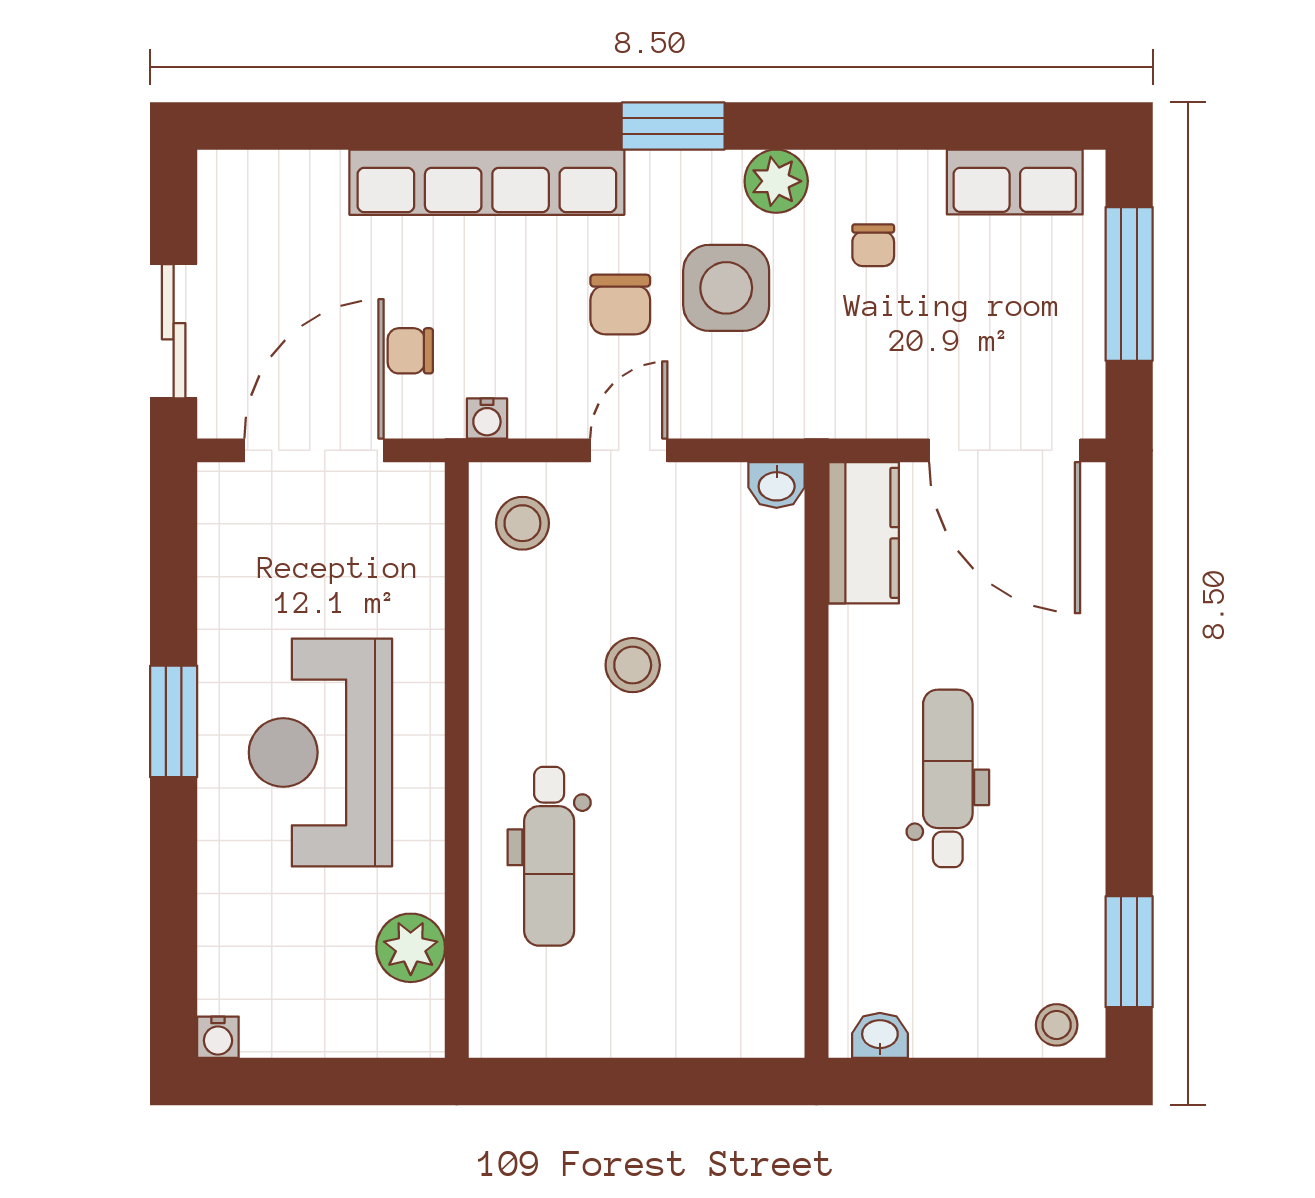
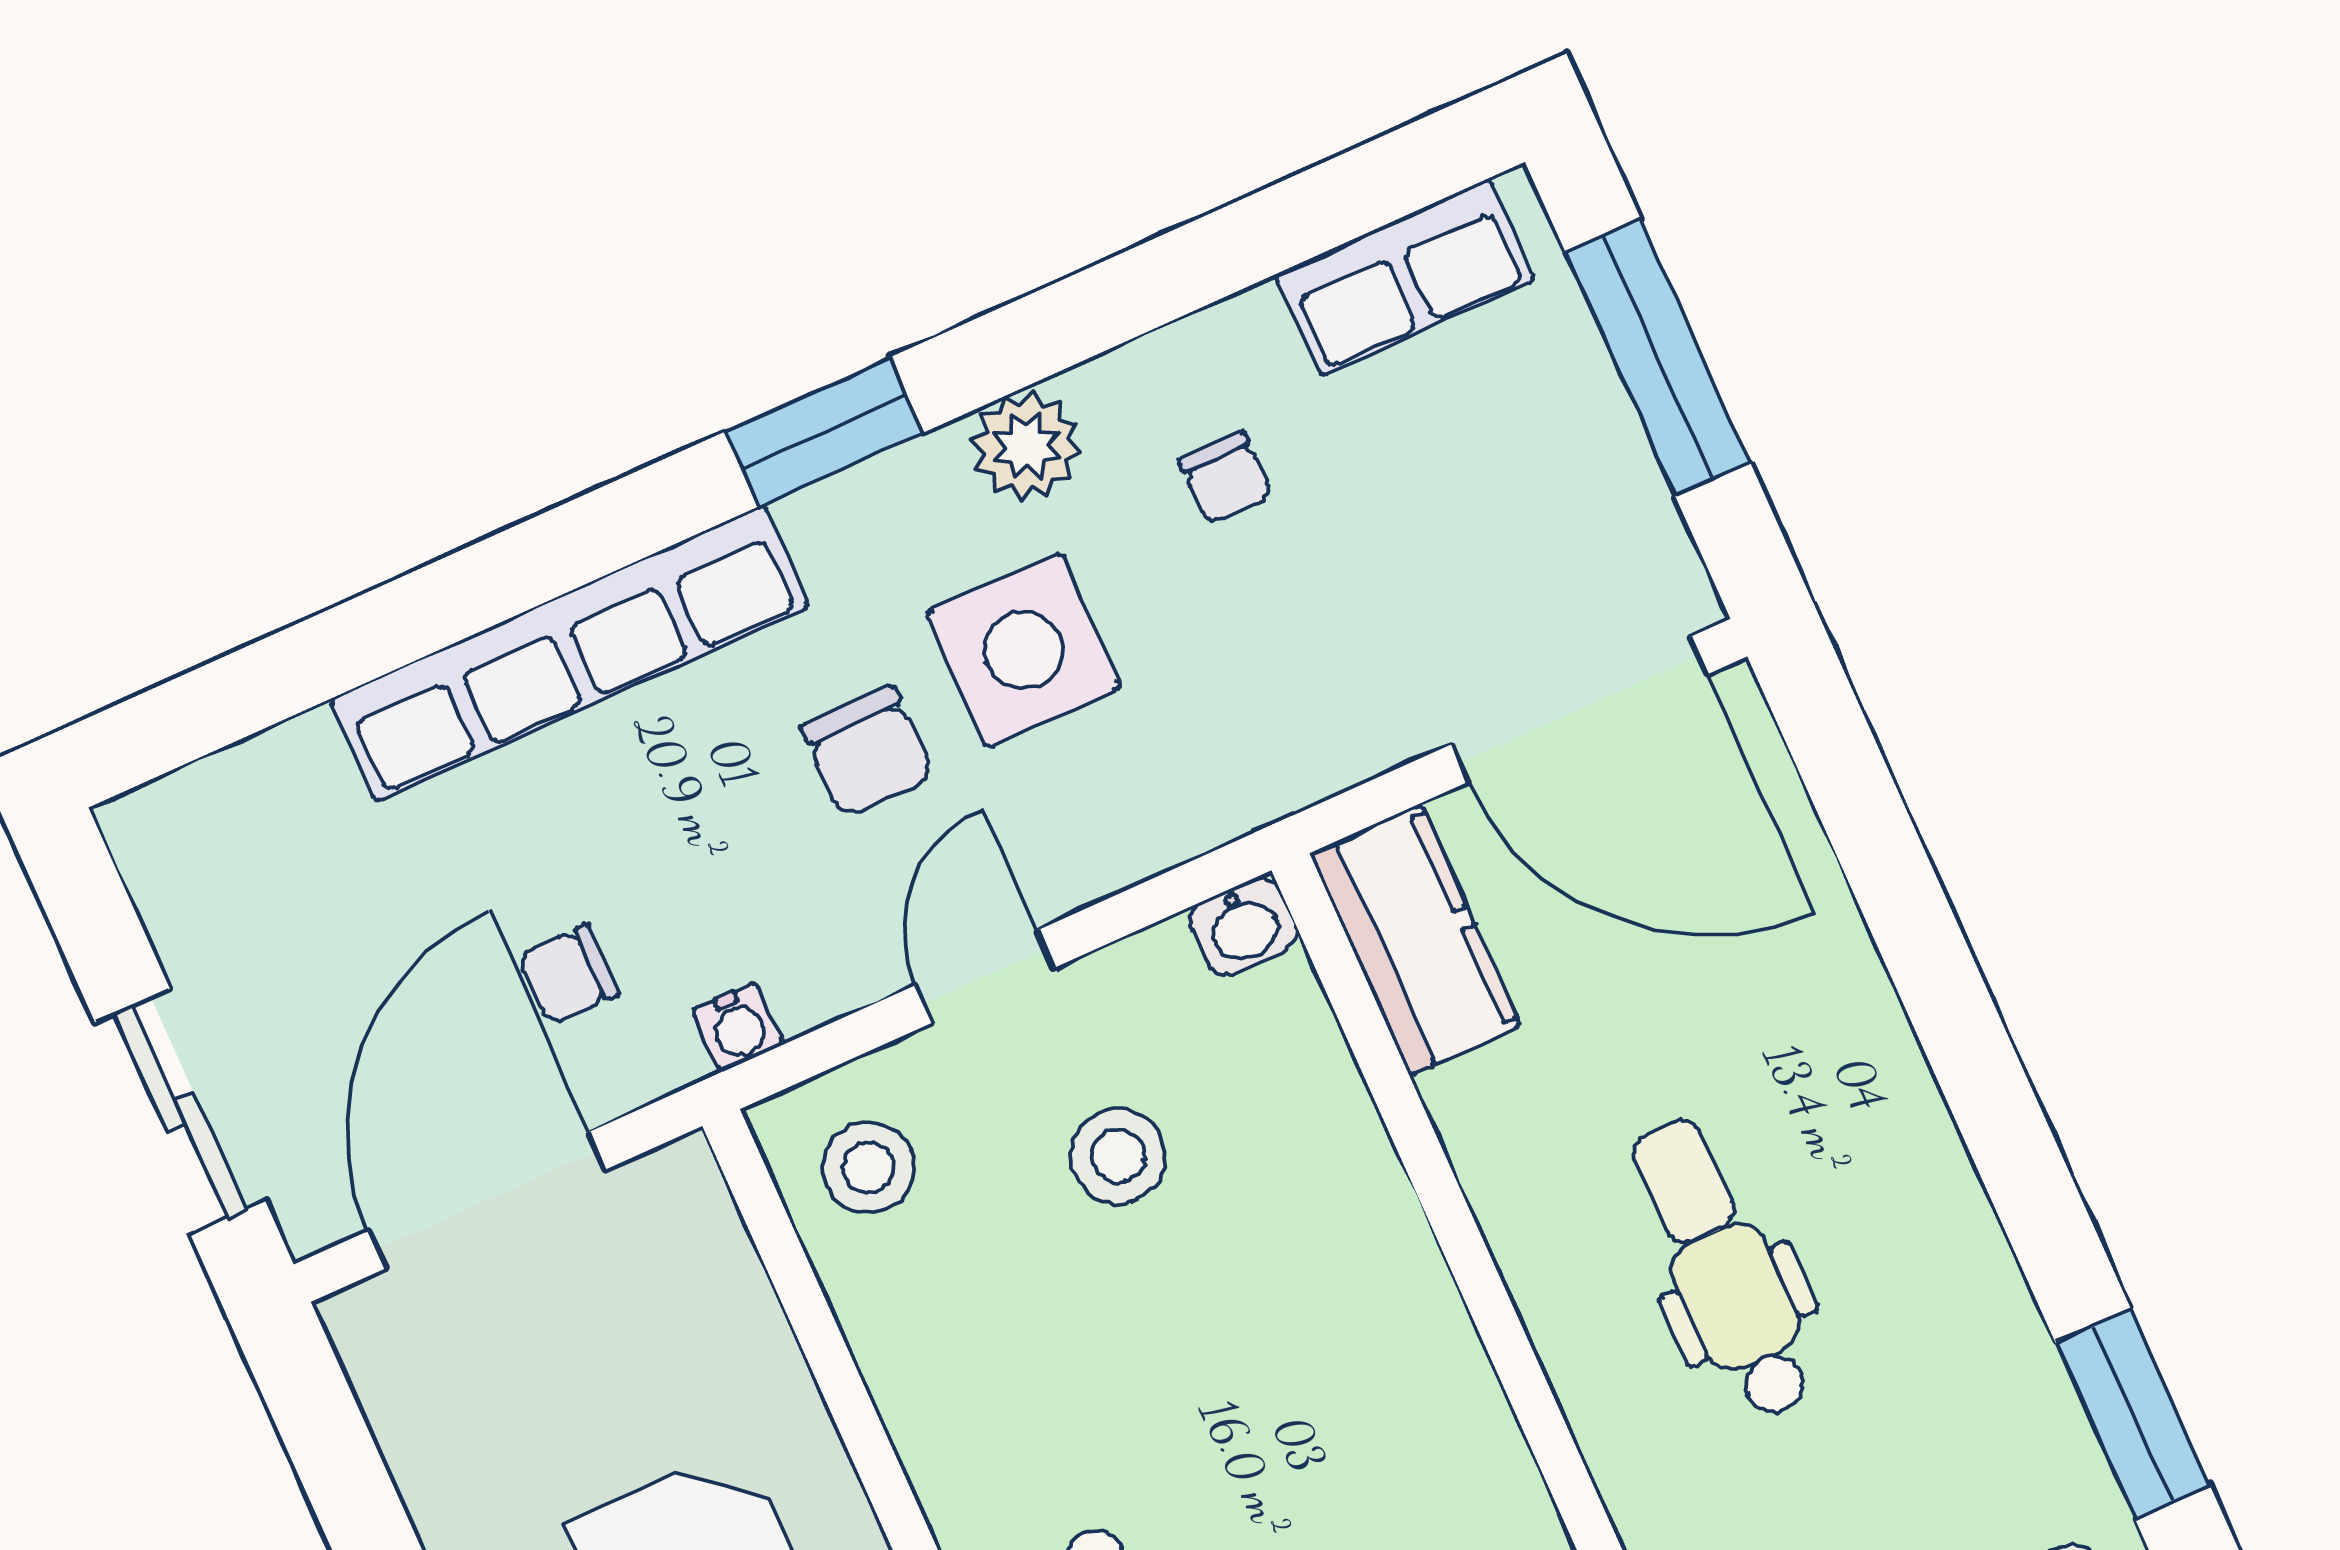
stool: (633, 665) -> (1118, 1156), moved

